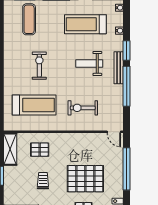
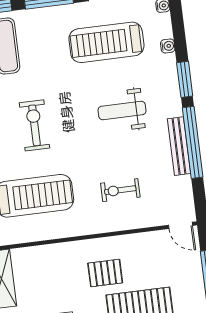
bench: (119, 68) -> (179, 146), moved
exercise bike: (83, 108) -> (120, 190), width x0.73, depth x0.72
pallet: (40, 150) -> (105, 273), moved

